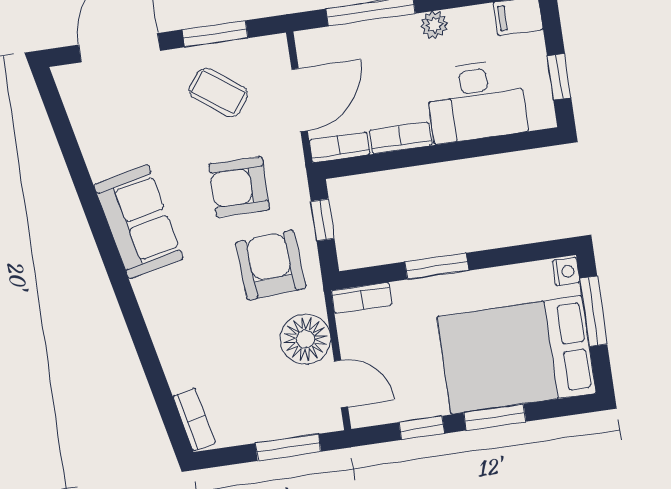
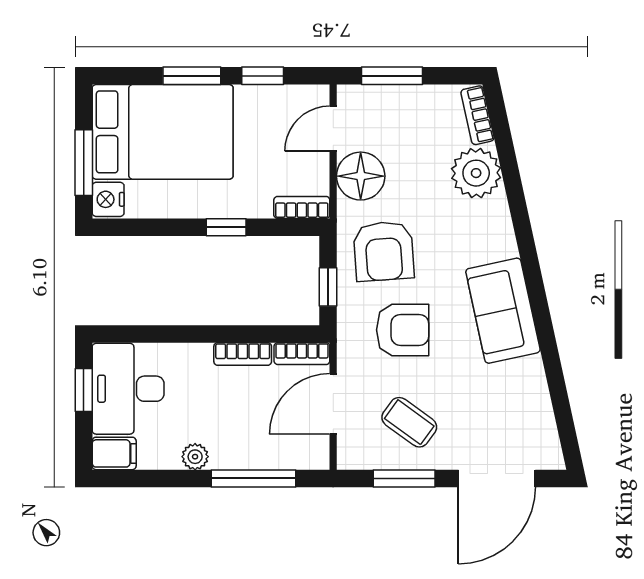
desk: (476, 101) -> (128, 389), moved, turned -90
window: (437, 266) -> (226, 227), width x0.67
nightstand: (566, 272) -> (108, 199), width x1.39, depth x1.35
plant: (187, 360) -> (476, 173), added
door: (341, 384) -> (333, 129), hinge flipped

